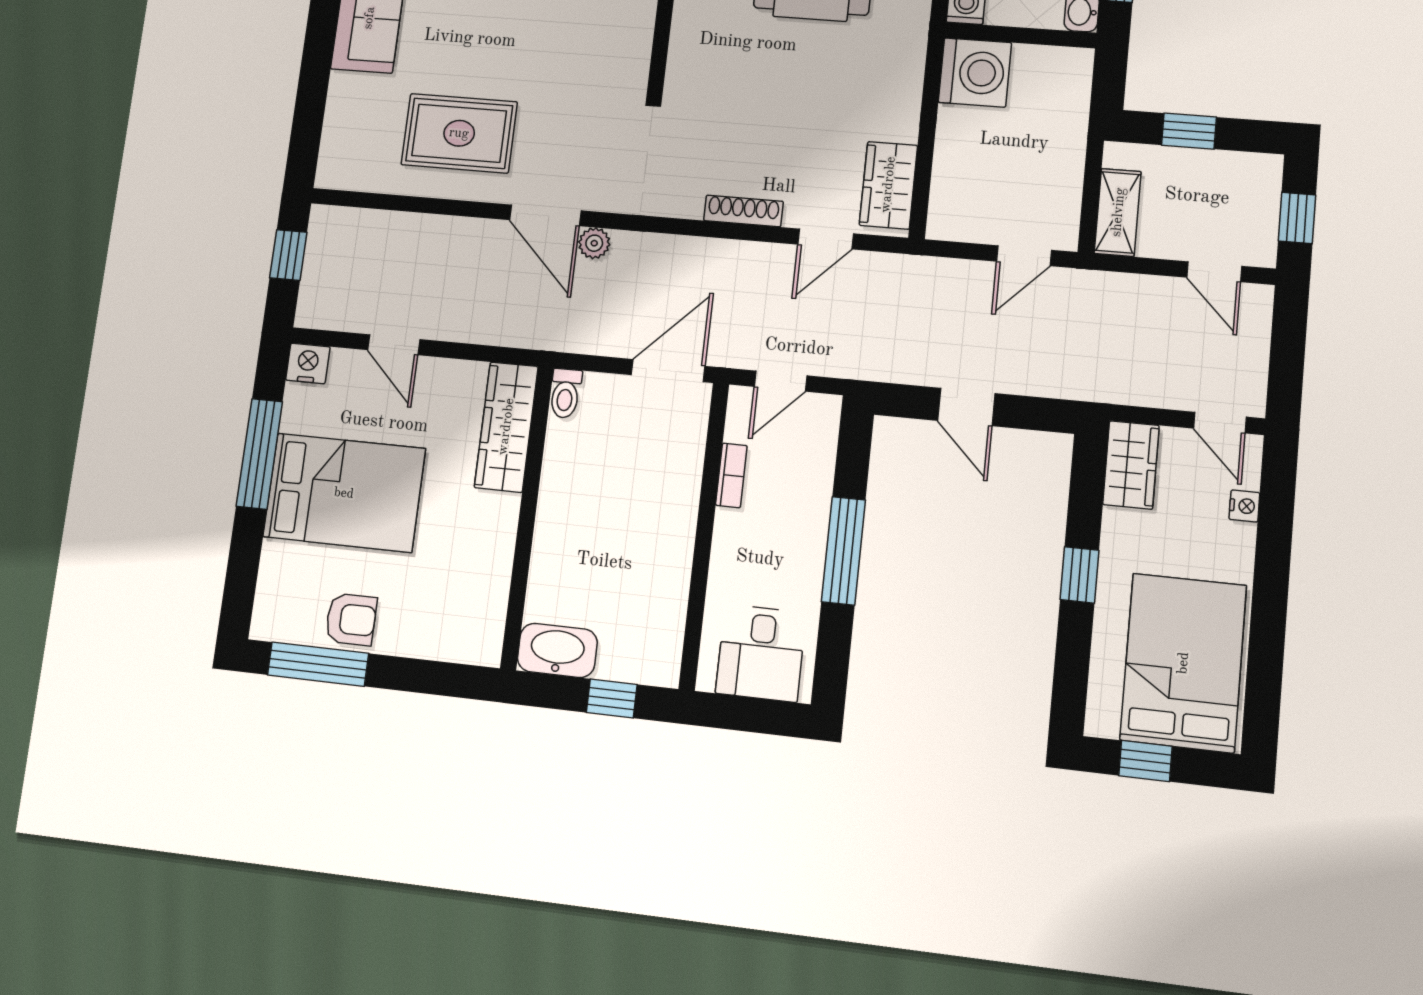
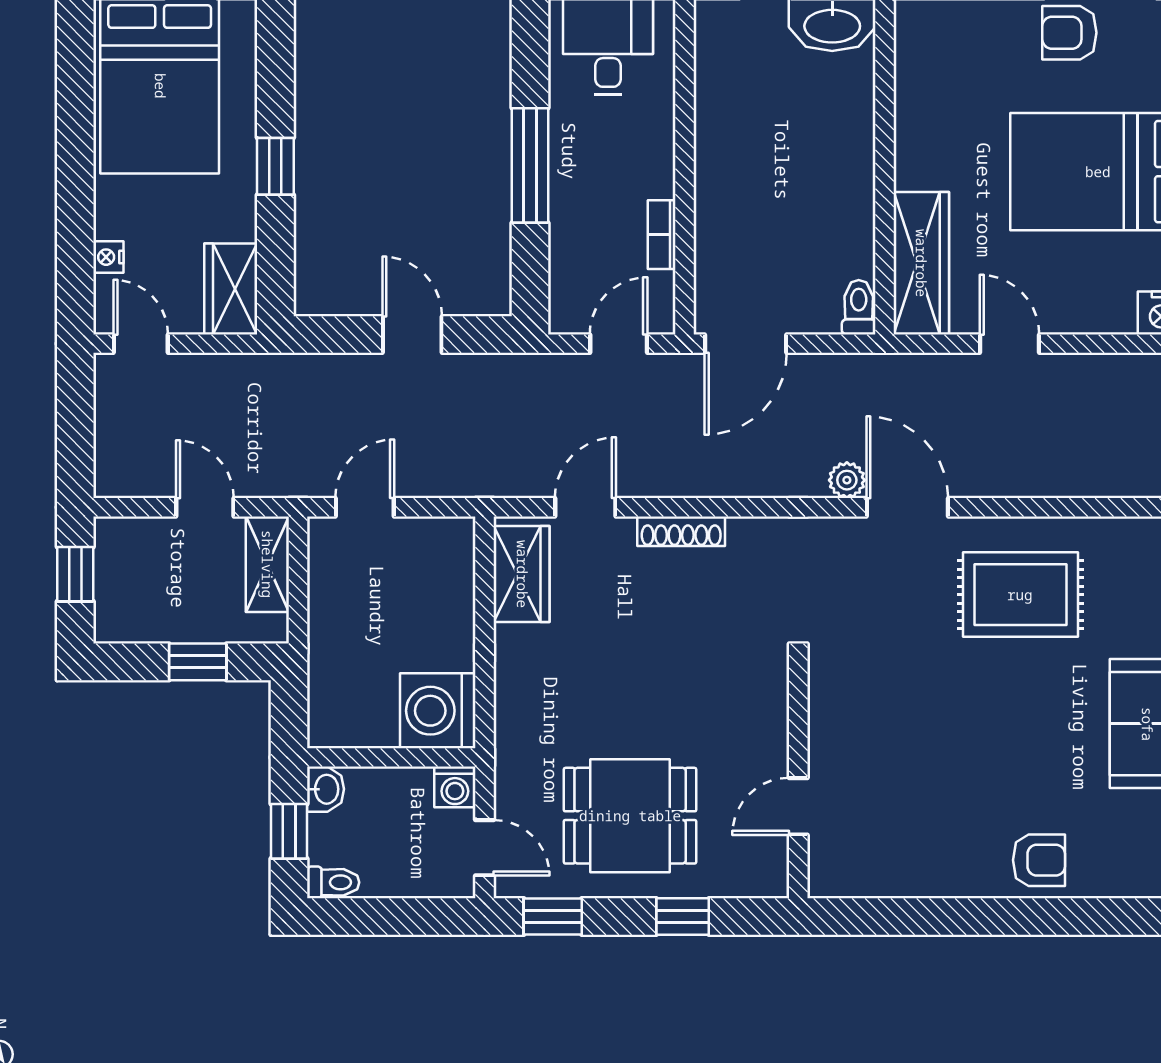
door: (1214, 272) -> (205, 507), moved
door: (394, 345) -> (1010, 344), moved

